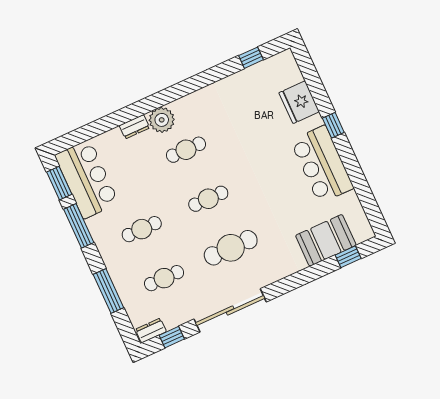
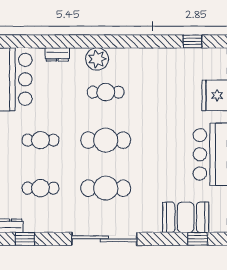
dresser: (134, 127) -> (57, 54), moved
cafe table: (208, 199) -> (106, 140), width x1.37, depth x1.35
sliding door: (230, 310) -> (104, 239), moved

